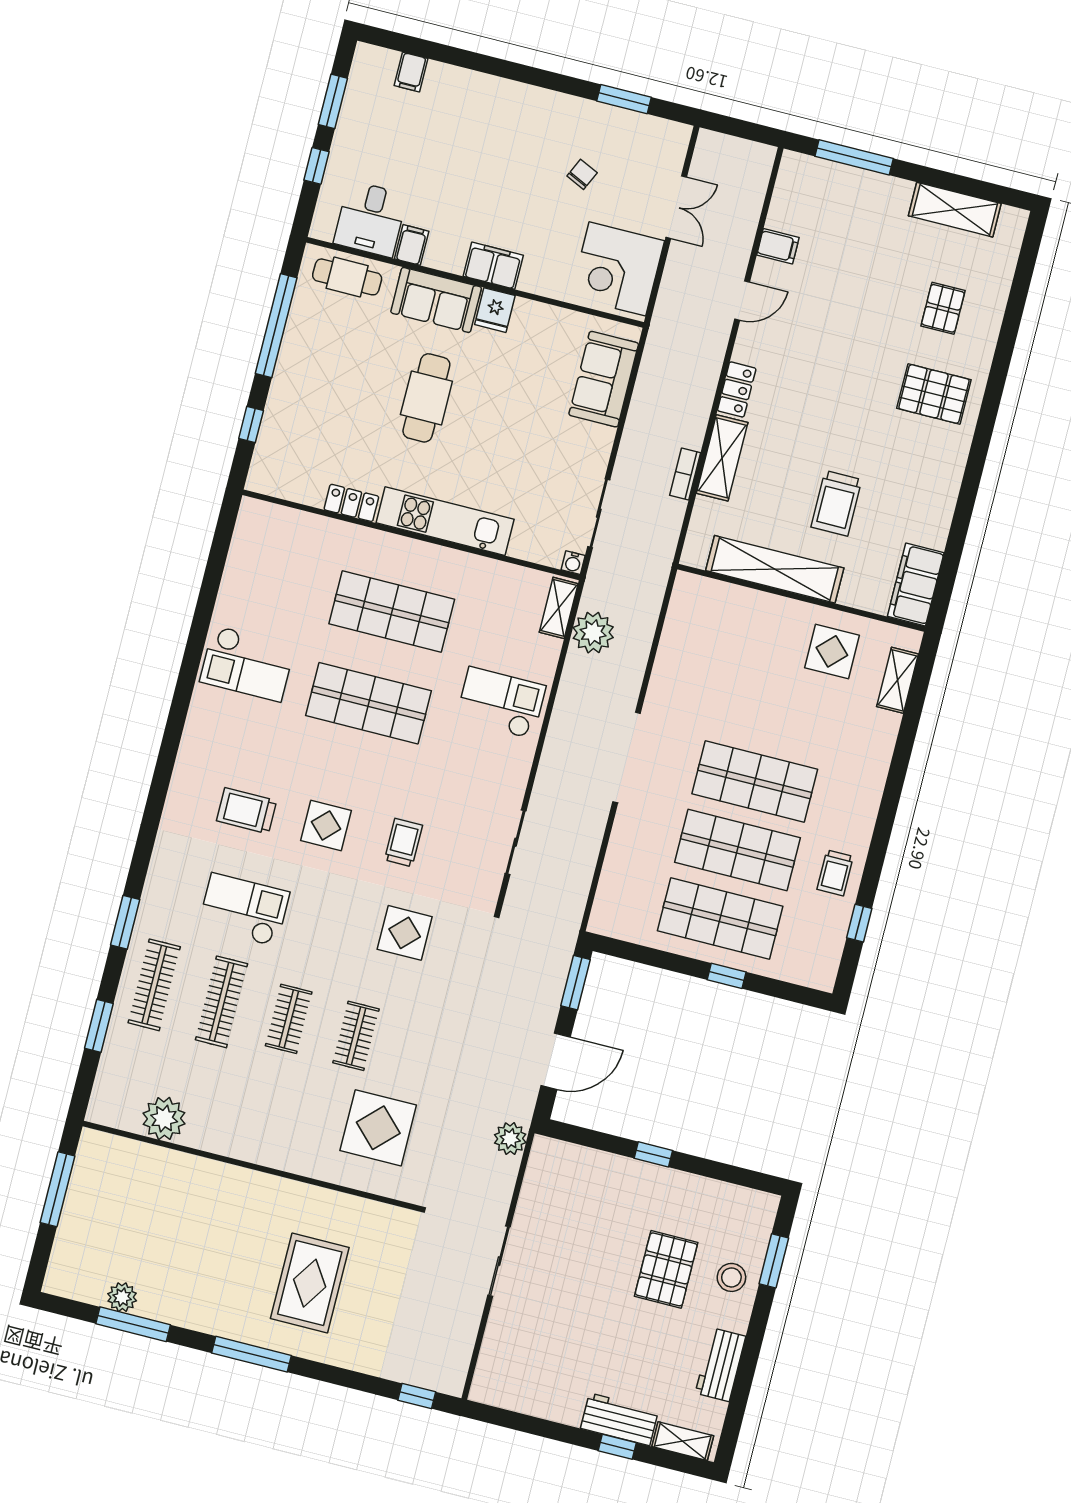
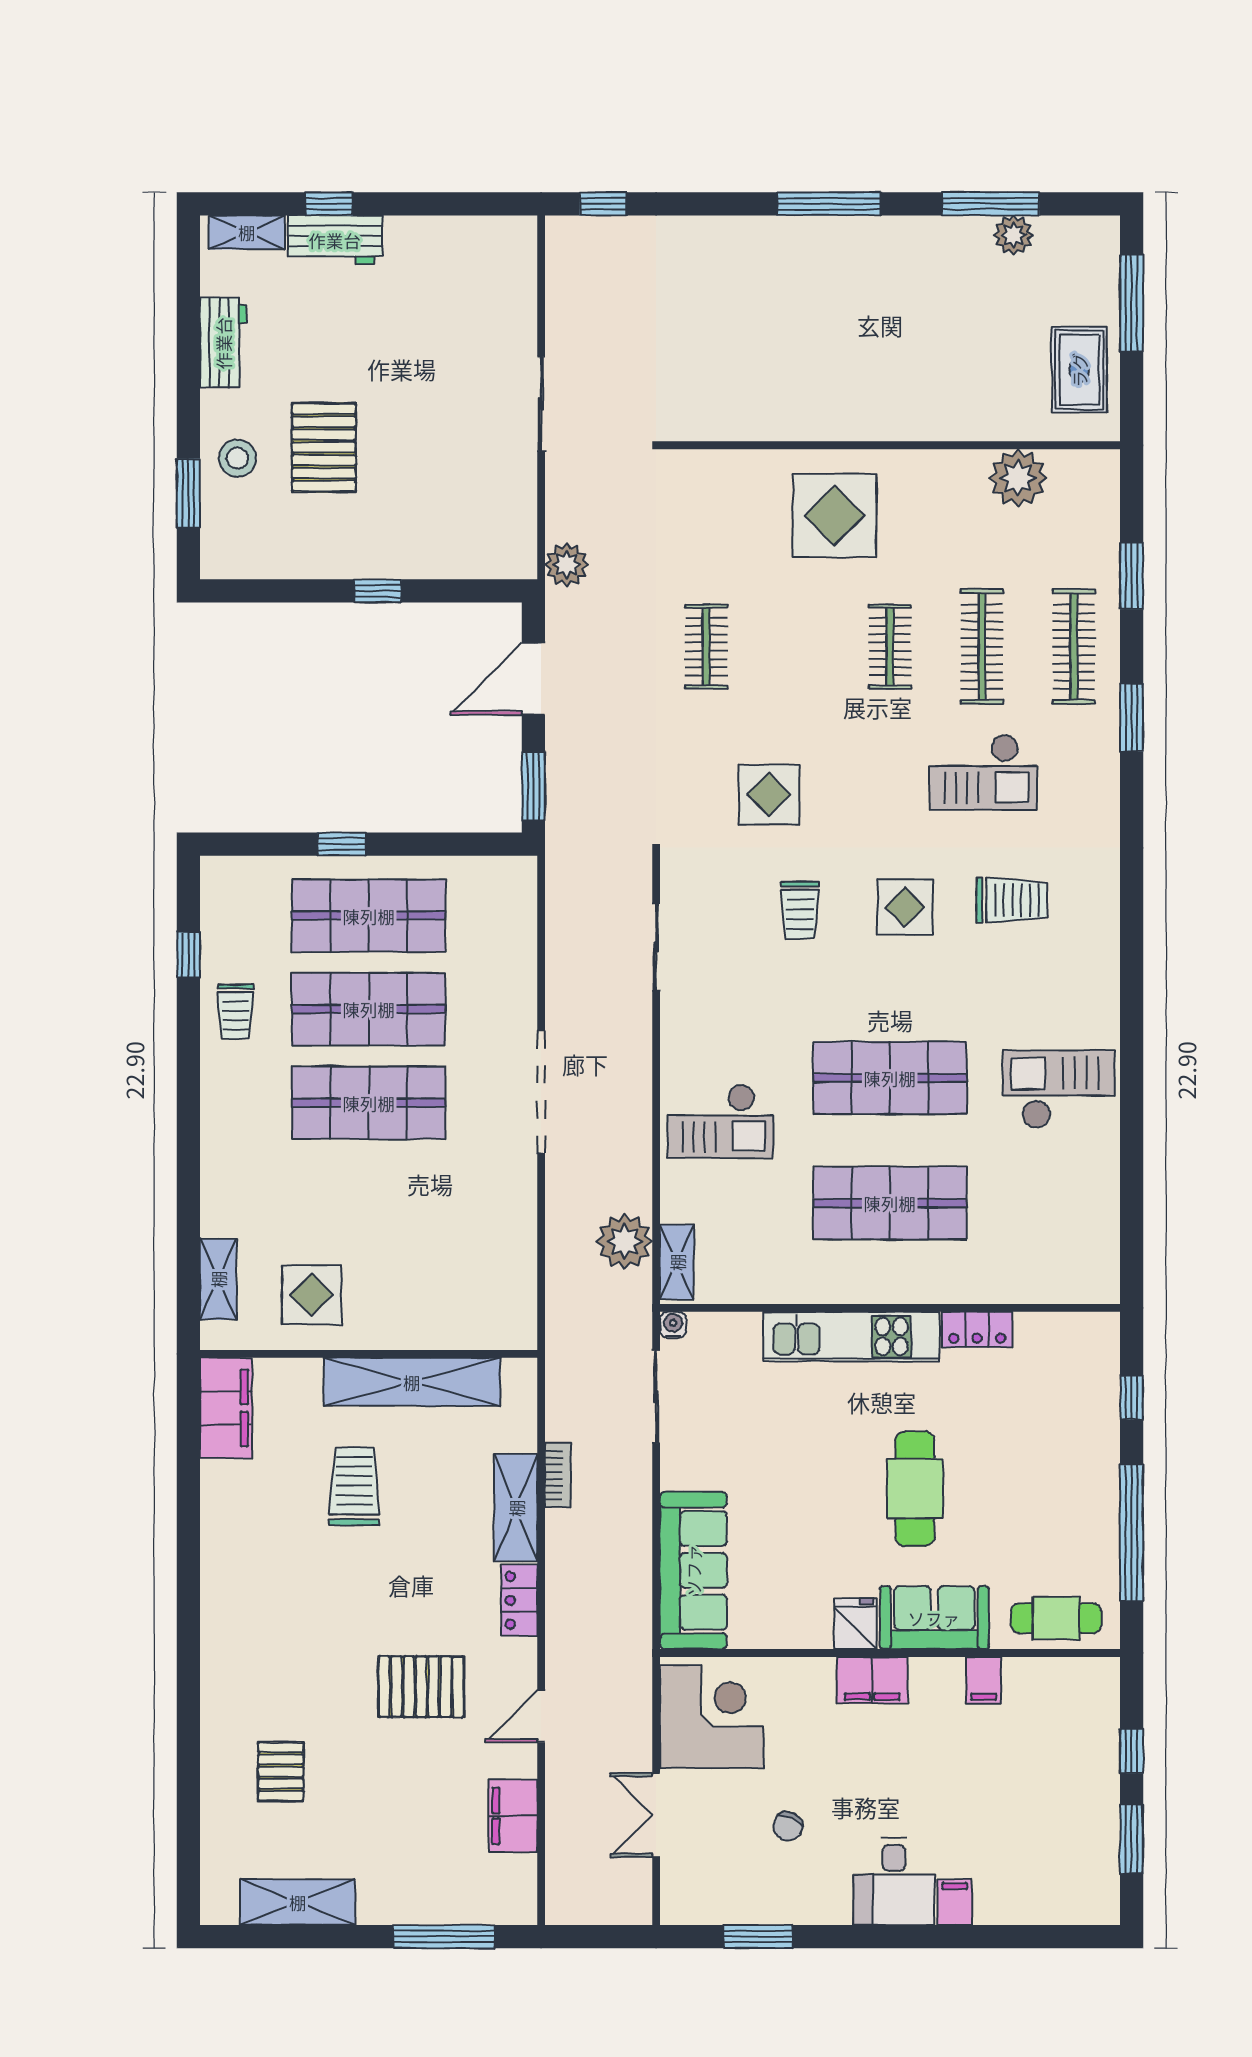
filing cabinet: (411, 72) -> (955, 1902), moved
desk: (371, 219) -> (894, 1881), moved, turned 180
filing cabinet: (778, 246) -> (513, 1816), width x2.00
sofa: (604, 379) -> (693, 1570), width x1.36
pallet: (934, 394) -> (421, 1687), moved
trolley: (835, 873) -> (236, 1012), turned 180
clothes rail: (356, 1036) -> (706, 647), moved
display table: (378, 1128) -> (835, 515), moved
window: (58, 1189) -> (1132, 303), moved
rug: (310, 1283) -> (1079, 370), moved, width x0.73, depth x0.70

